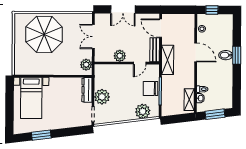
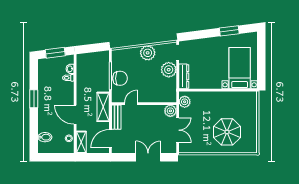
window: (212, 10) -> (59, 157), removed
door: (161, 28) -> (110, 139), swing flipped
parasol: (44, 34) -> (227, 132), width x0.73, depth x0.73
bidet: (226, 55) -> (45, 137), moved
window: (237, 55) -> (34, 99), moved
plant: (120, 56) -> (170, 111), moved
shelving: (189, 100) -> (81, 142), moved
plant: (143, 111) -> (148, 53), moved

